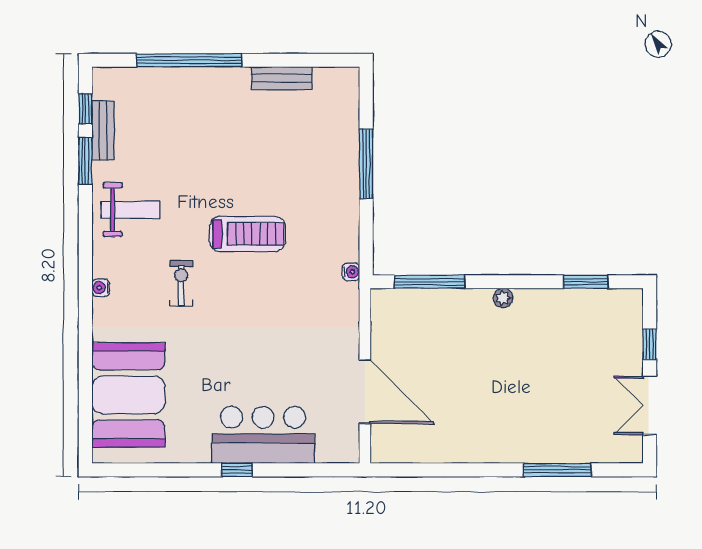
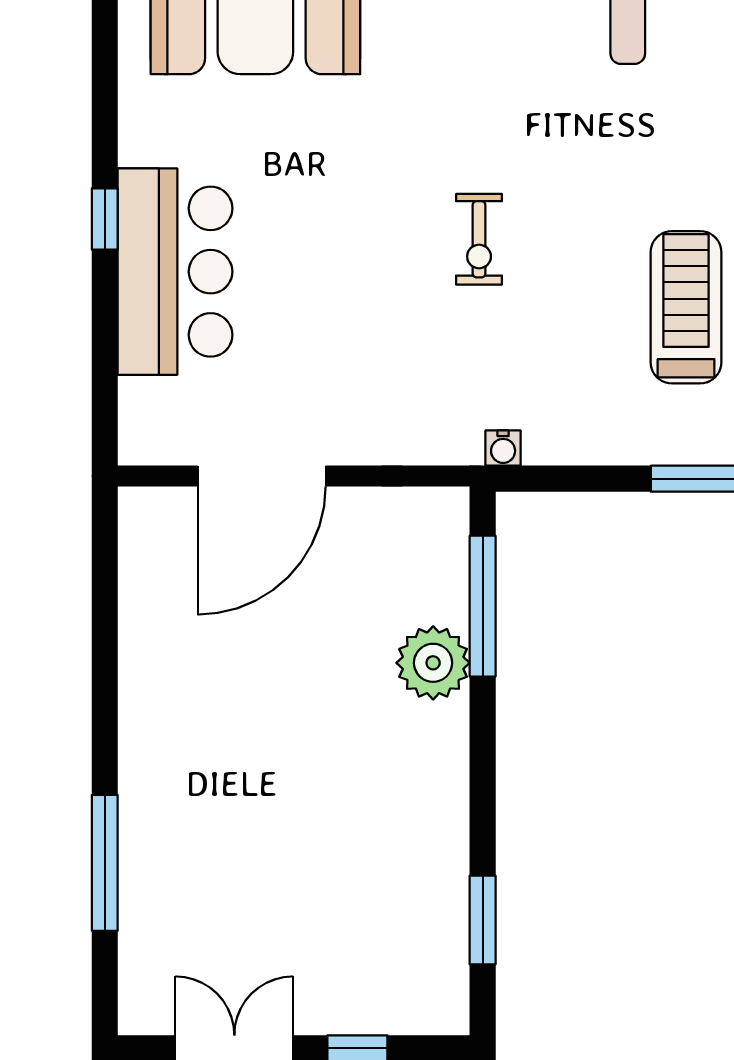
treadmill: (248, 234) -> (686, 307), moved, turned 180
exercise bike: (181, 283) -> (479, 239), moved, turned 90
plant: (503, 298) -> (433, 663), moved, width x1.88, depth x1.88

